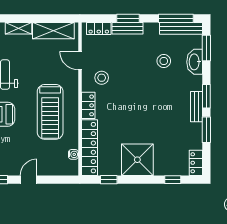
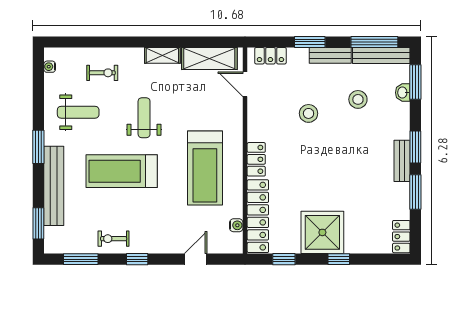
bench: (128, 28) -> (330, 55), moved
door: (80, 61) -> (245, 84), moved
washbasin: (195, 62) -> (403, 93), width x0.52, depth x0.69
stool: (102, 78) -> (309, 113), moved
door: (29, 180) -> (196, 259), moved
window: (173, 180) -> (339, 259), moved

